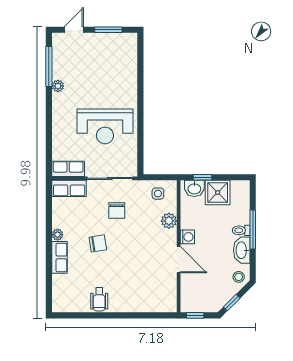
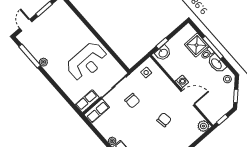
shower: (218, 192) -> (197, 45), moved
plant: (169, 221) -> (203, 126), moved
chair: (98, 243) -> (164, 120), moved

